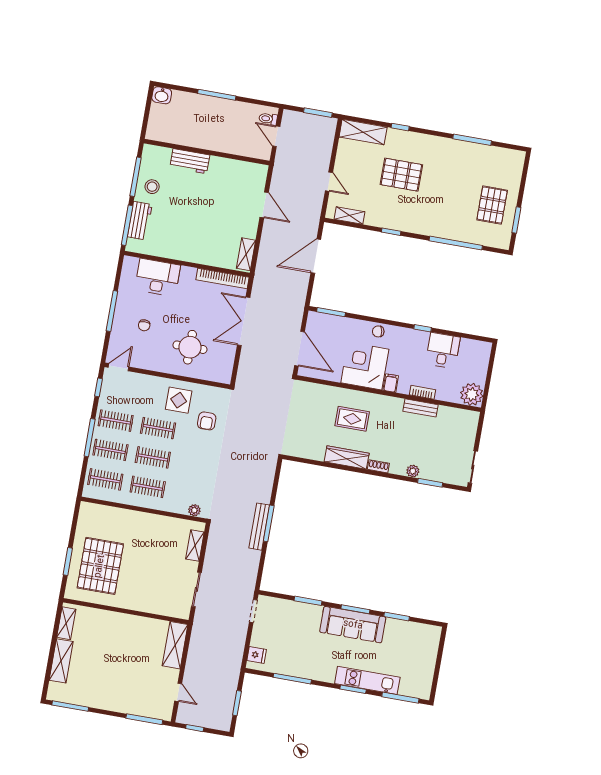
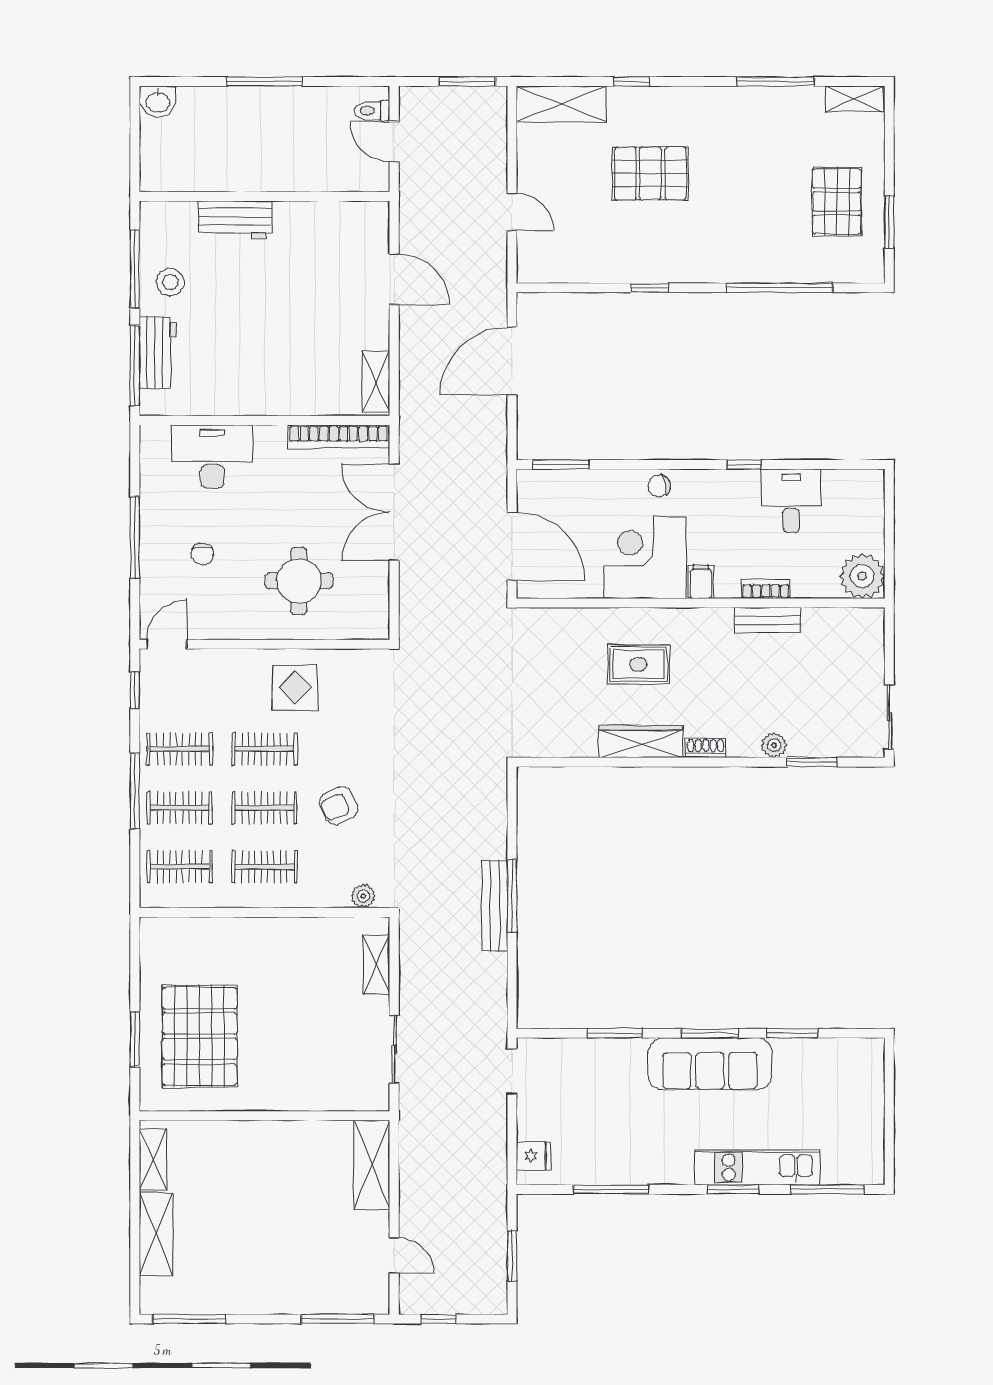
shelving: (350, 215) -> (854, 99), moved
armchair: (207, 421) -> (339, 806), moved, turned 66

